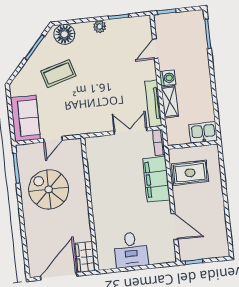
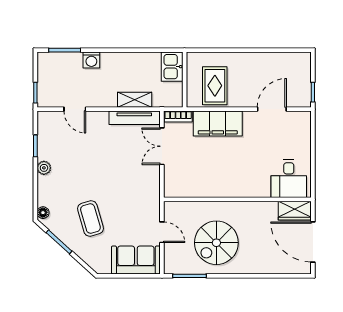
floor lamp: (64, 34) -> (43, 213), width x0.53, depth x0.53
washing machine: (168, 78) -> (91, 60), moved, turned 180
desk: (131, 250) -> (289, 179), moved, turned 90

